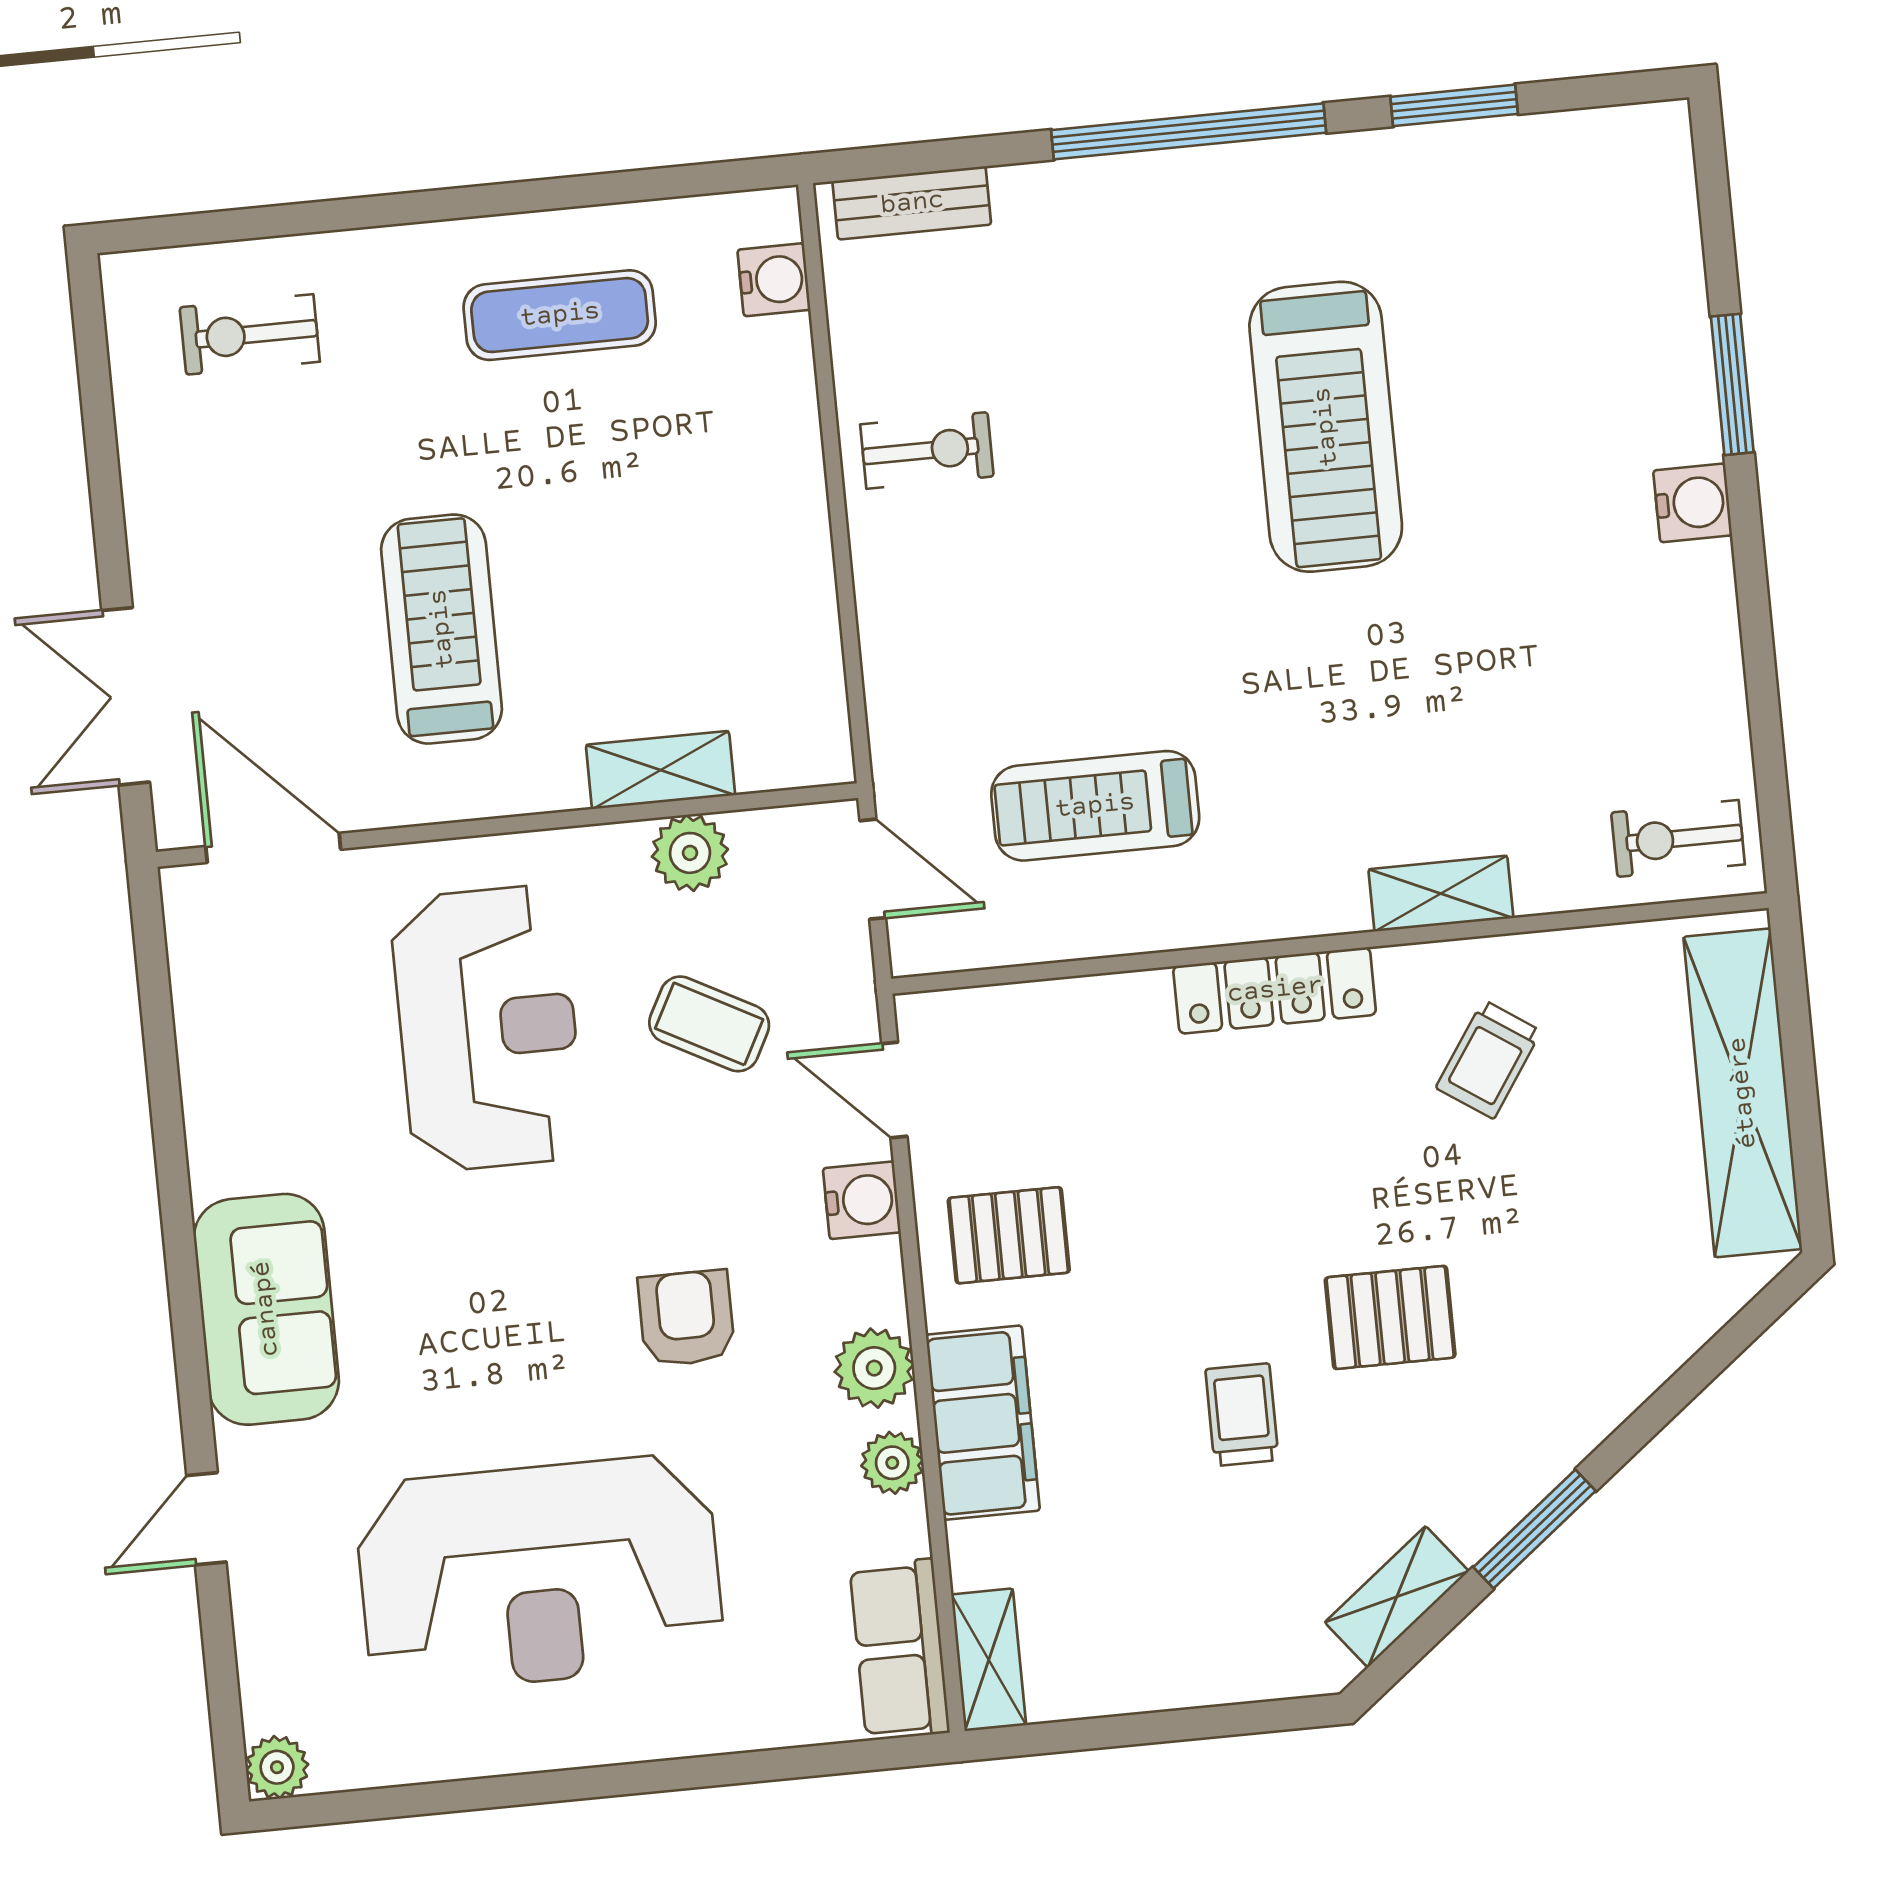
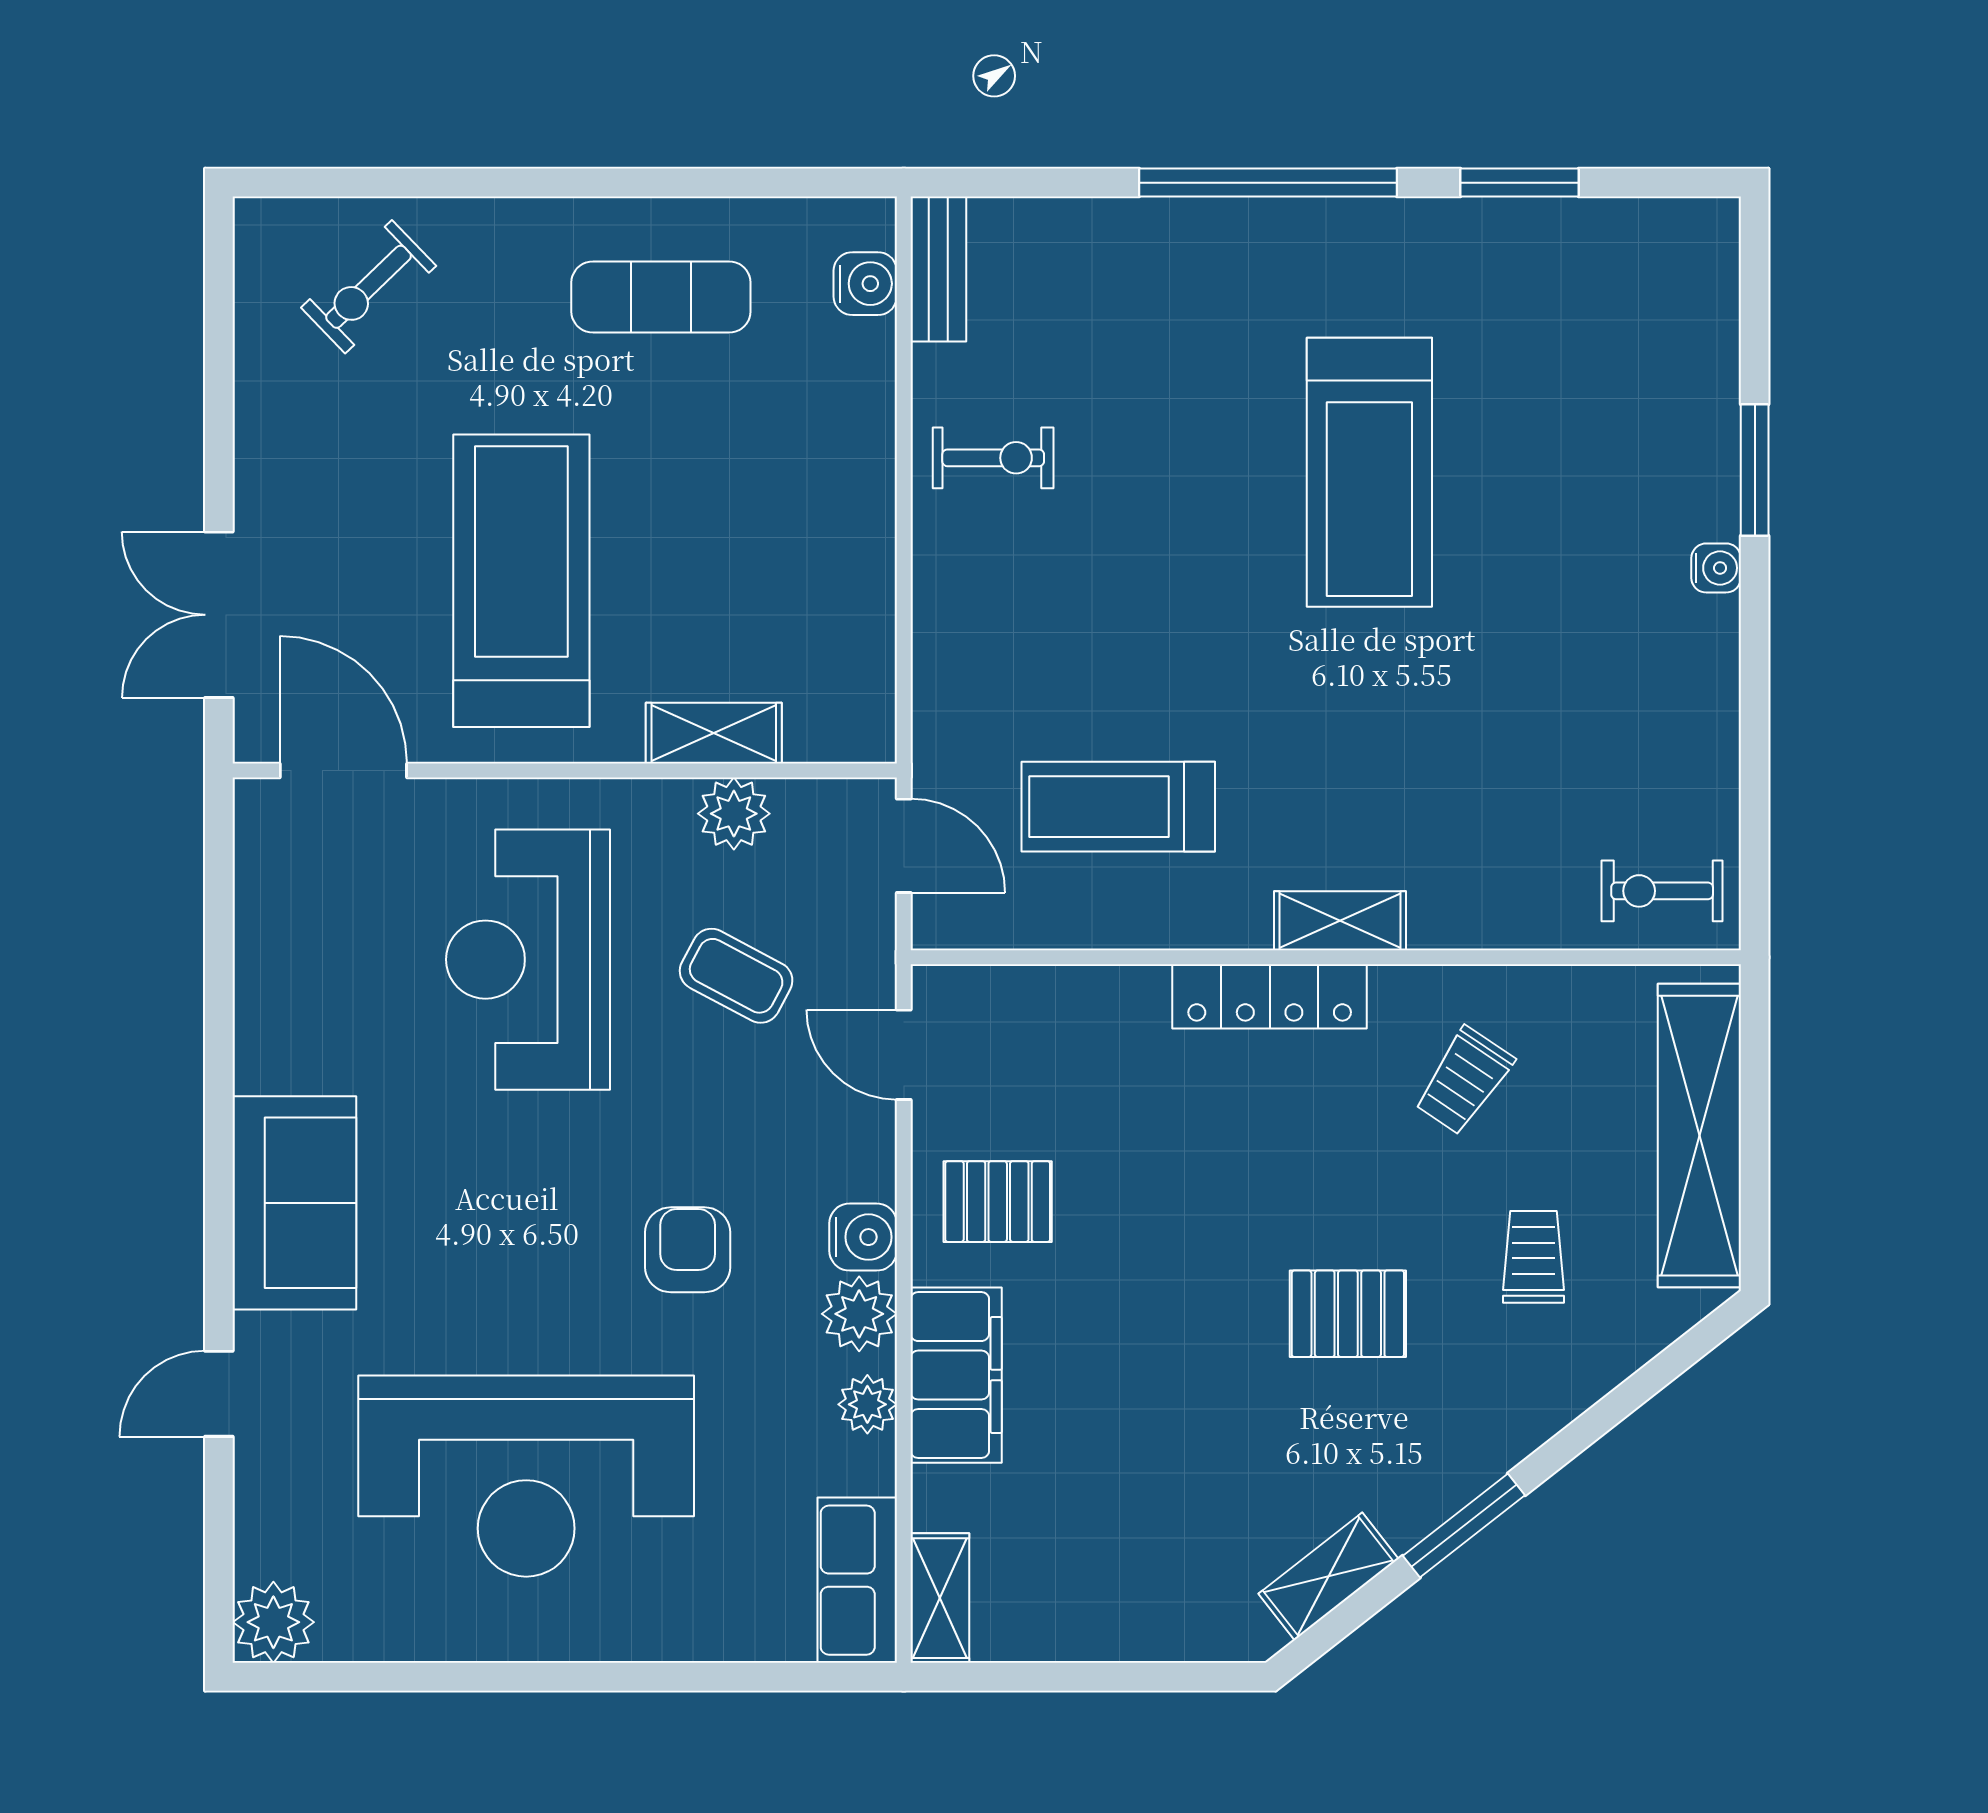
bench: (912, 203) -> (938, 269), moved, turned 90
exercise bike: (250, 334) -> (369, 287), turned -44
water cooler: (1693, 503) -> (1716, 568), width x0.72, depth x0.72
treadmill: (442, 629) -> (521, 581), width x1.37, depth x1.38
shelving: (1441, 894) -> (1340, 921), moved
reception desk: (488, 1028) -> (528, 960), turned 180
water cooler: (862, 1200) -> (863, 1237), moved
trolley: (1242, 1415) -> (1534, 1257), moved
plant: (277, 1767) -> (273, 1622), width x1.38, depth x1.38

